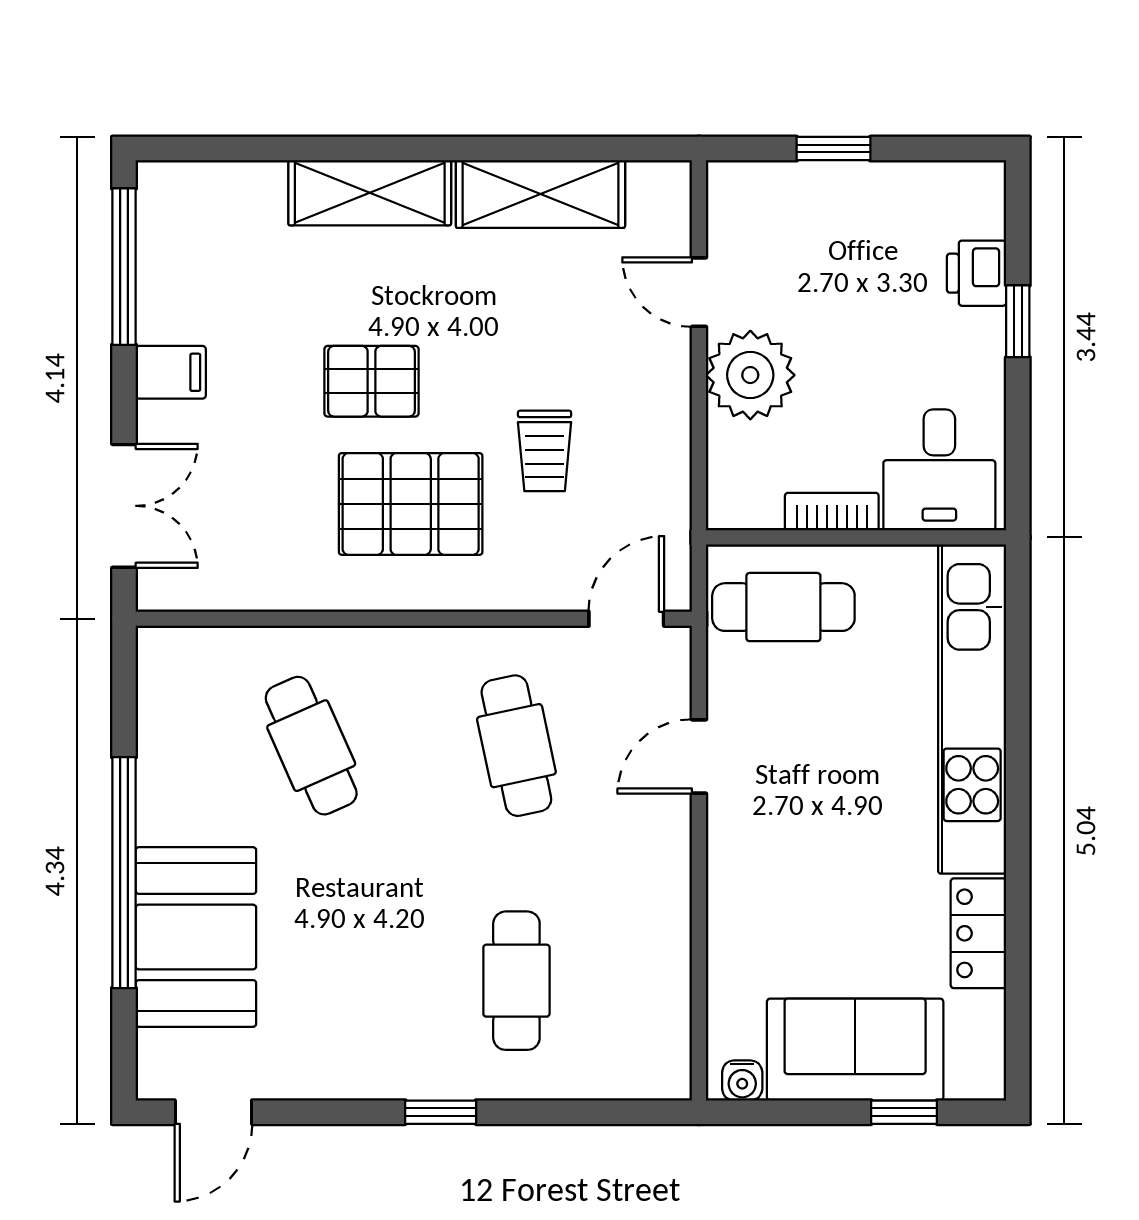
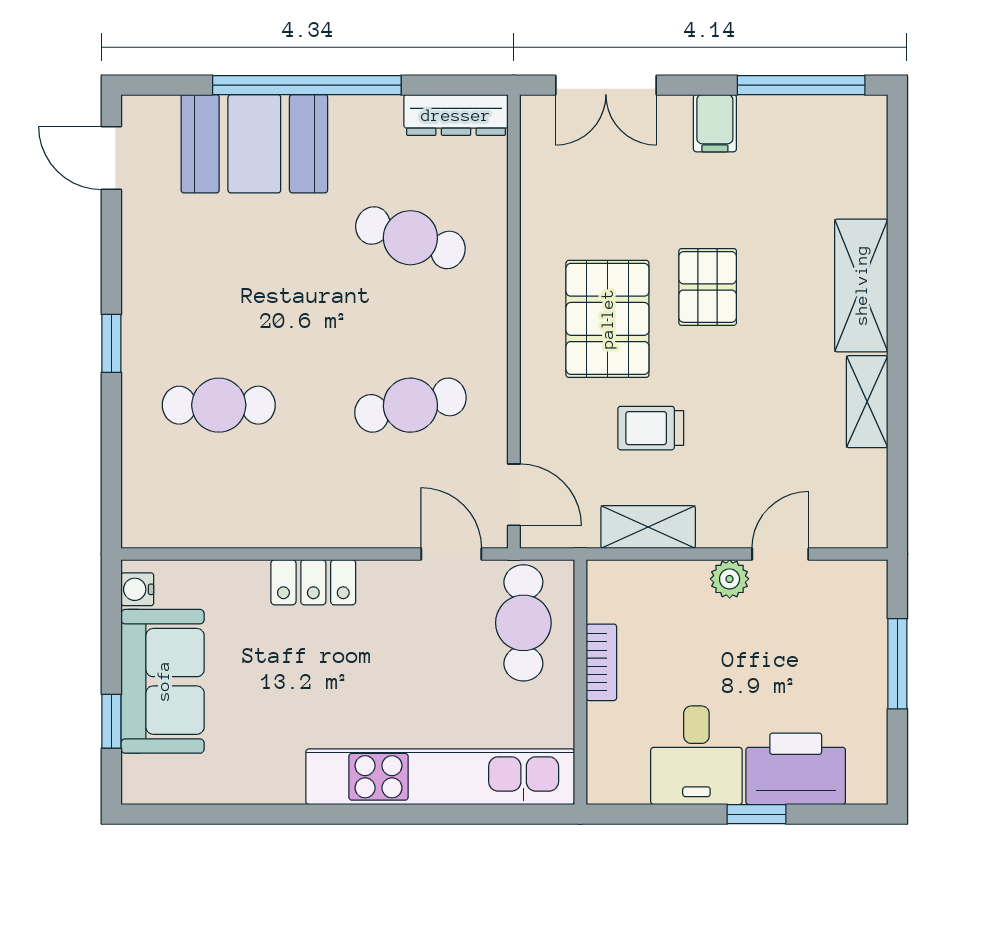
window: (833, 149) -> (897, 664), width x1.50
shelving: (540, 194) -> (867, 402), width x0.67, depth x0.75
printer: (977, 273) -> (796, 769), width x1.87, depth x1.48
plant: (750, 375) -> (730, 579), width x0.53, depth x0.53
shelving: (666, 454) -> (648, 527), added
desk: (939, 470) -> (696, 755), moved, turned -90
dresser: (161, 690) -> (456, 115), added
cafe table: (311, 746) -> (410, 238), turned 42
door: (699, 756) -> (451, 554), moved
locker: (978, 933) -> (313, 582), moved, turned 180

